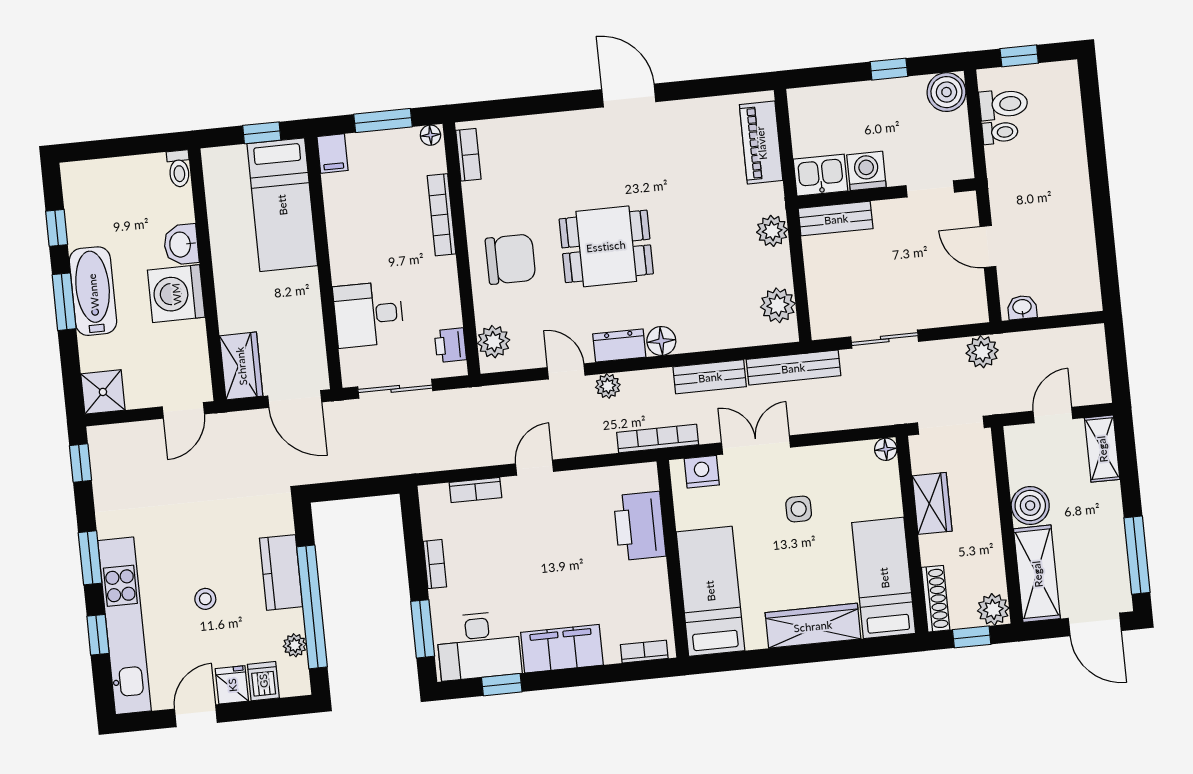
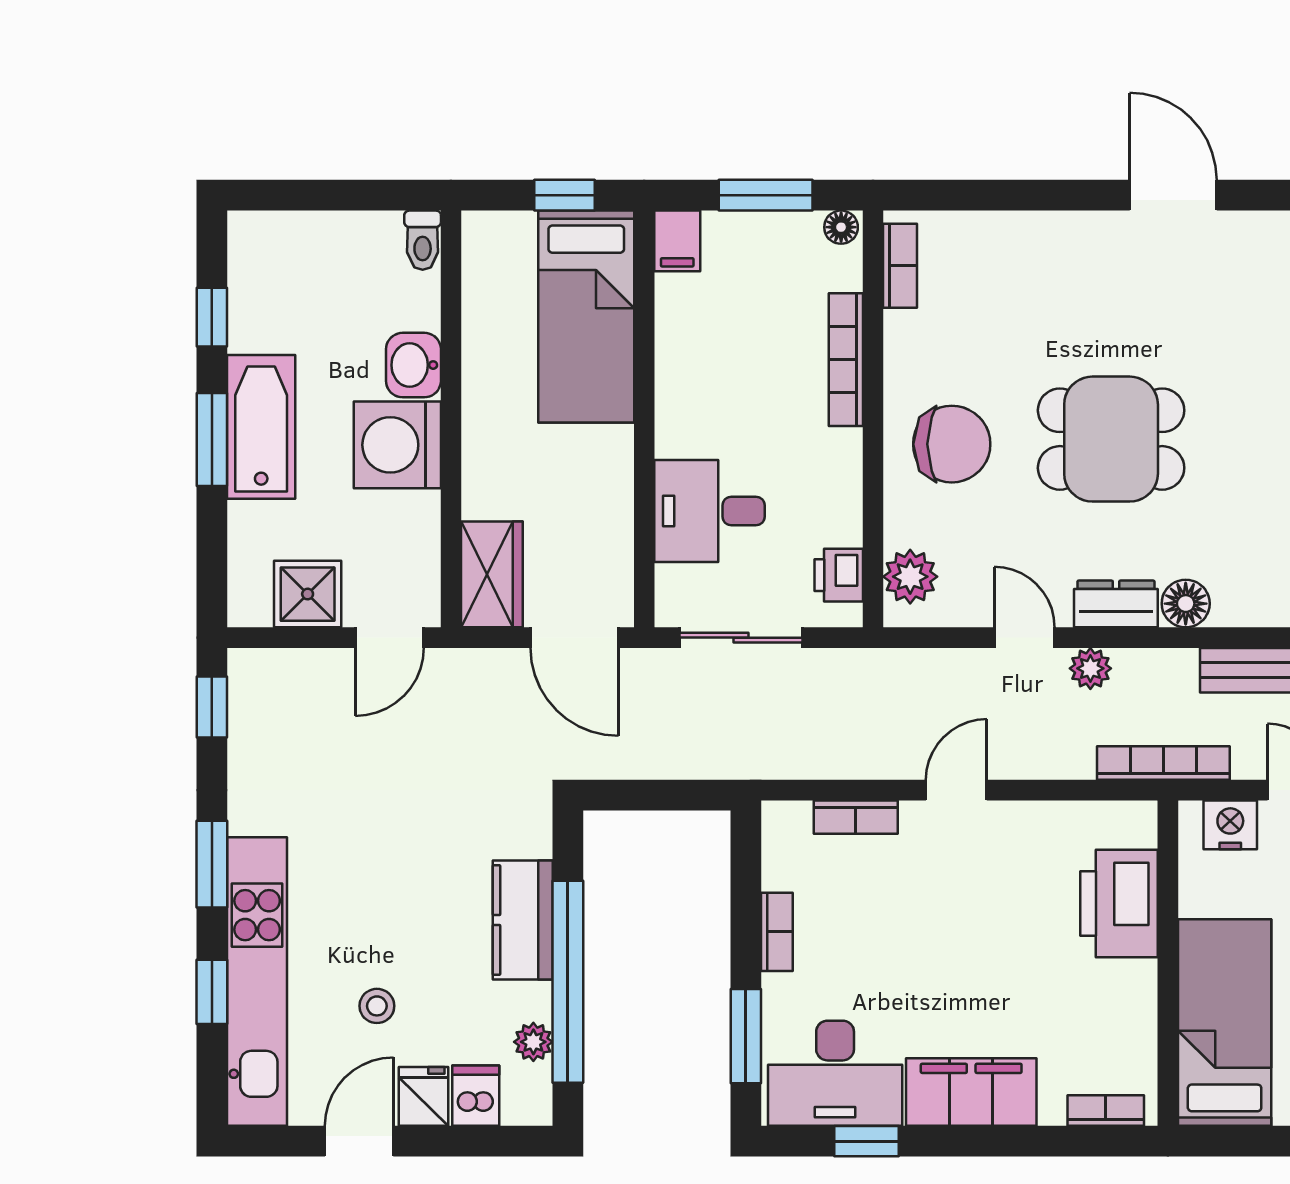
shower: (103, 392) -> (308, 594), moved
stool: (205, 599) -> (377, 1006), moved

